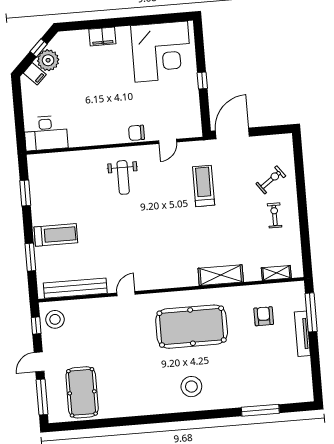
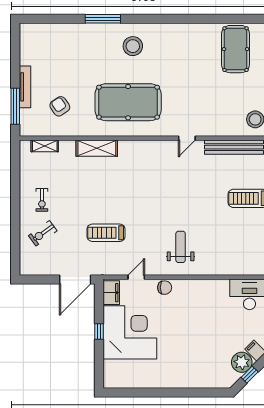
filing cabinet: (102, 36) -> (111, 293), moved, turned 90
corner desk: (161, 52) -> (130, 332), moved, turned 90
treadmill: (204, 186) -> (106, 233), turned 90
armchair: (264, 316) -> (60, 106), turned 146
window: (260, 410) -> (103, 19), moved

